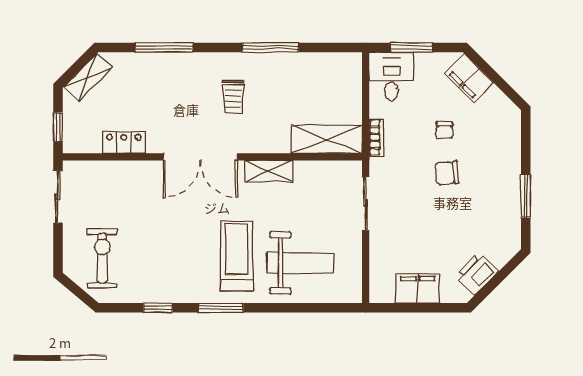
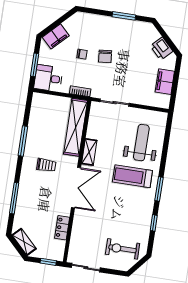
shelving: (327, 139) -> (76, 127), width x1.47

